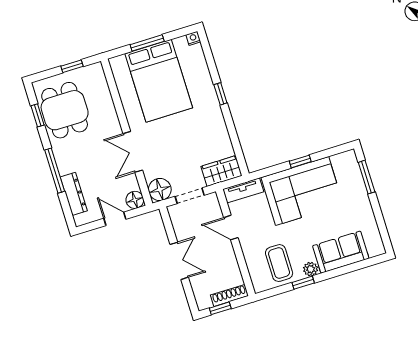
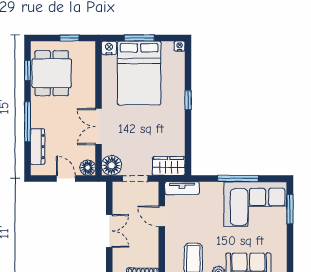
nightstand: (118, 64) -> (109, 48), added
window: (300, 161) -> (238, 178), width x2.17
corner sofa: (302, 191) -> (255, 204), moved

